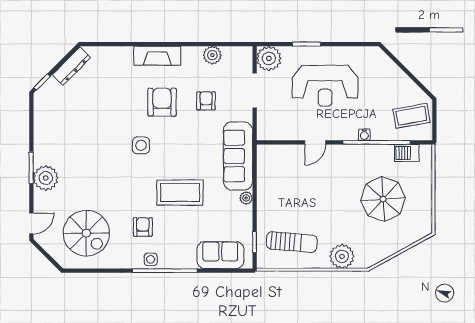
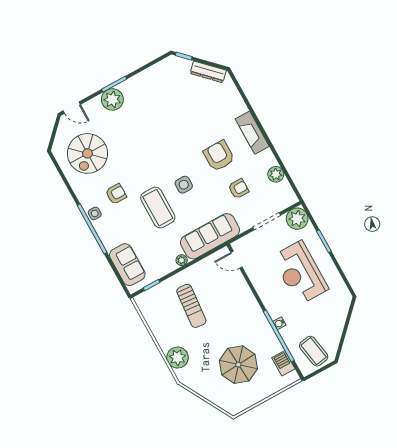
armchair: (162, 102) -> (219, 156), turned -90
door: (315, 142) -> (237, 260), moved
side table: (141, 145) -> (184, 185), moved
sun lounger: (292, 242) -> (191, 306), moved

